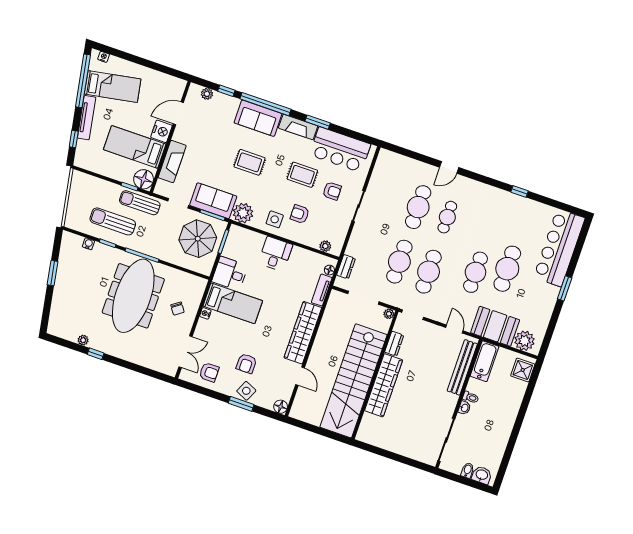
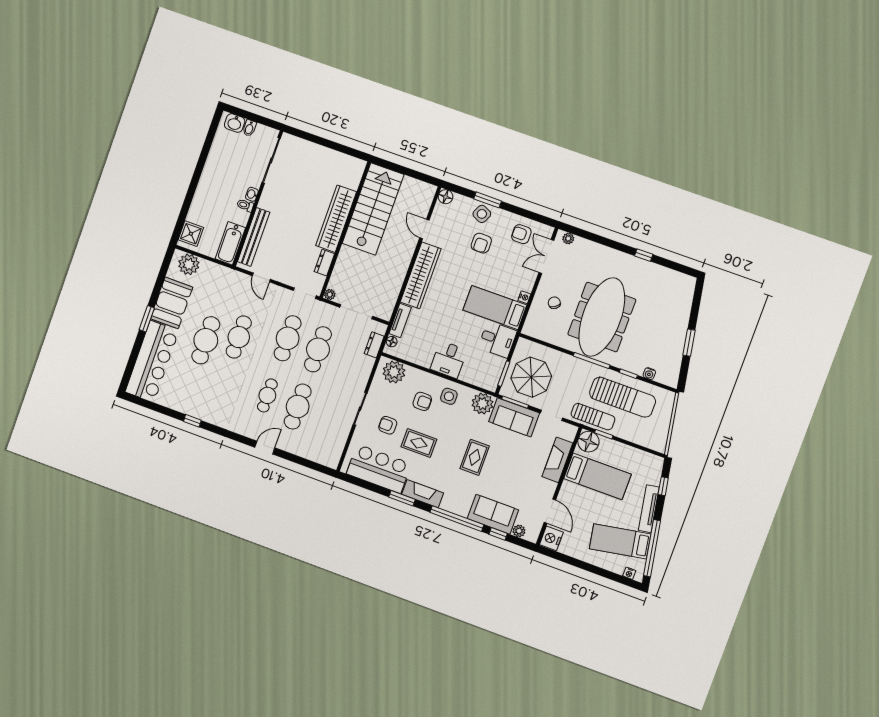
door: (178, 113) -> (550, 511), hinge flipped
sofa: (258, 118) -> (493, 514), moved
nightstand: (161, 131) -> (551, 538), moved
rug: (250, 162) -> (475, 457), turned 90
sun lounger: (113, 221) -> (623, 397), width x1.36, depth x1.34
plant: (325, 246) -> (394, 372), width x1.88, depth x1.88
booth: (495, 326) -> (172, 303), moved, turned 90
plant: (83, 340) -> (568, 239), moved
armchair: (246, 364) -> (481, 243), turned 180
stairs: (353, 381) -> (373, 209), width x0.73

